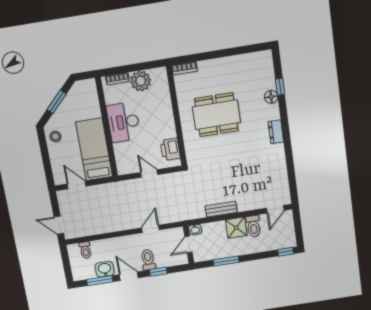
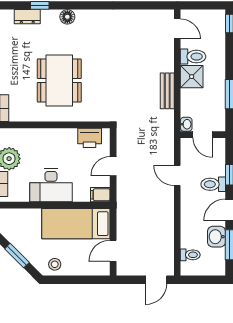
floor lamp: (271, 97) -> (67, 17), moved
dresser: (276, 132) -> (27, 17), moved
filing cabinet: (123, 166) -> (100, 195), added

